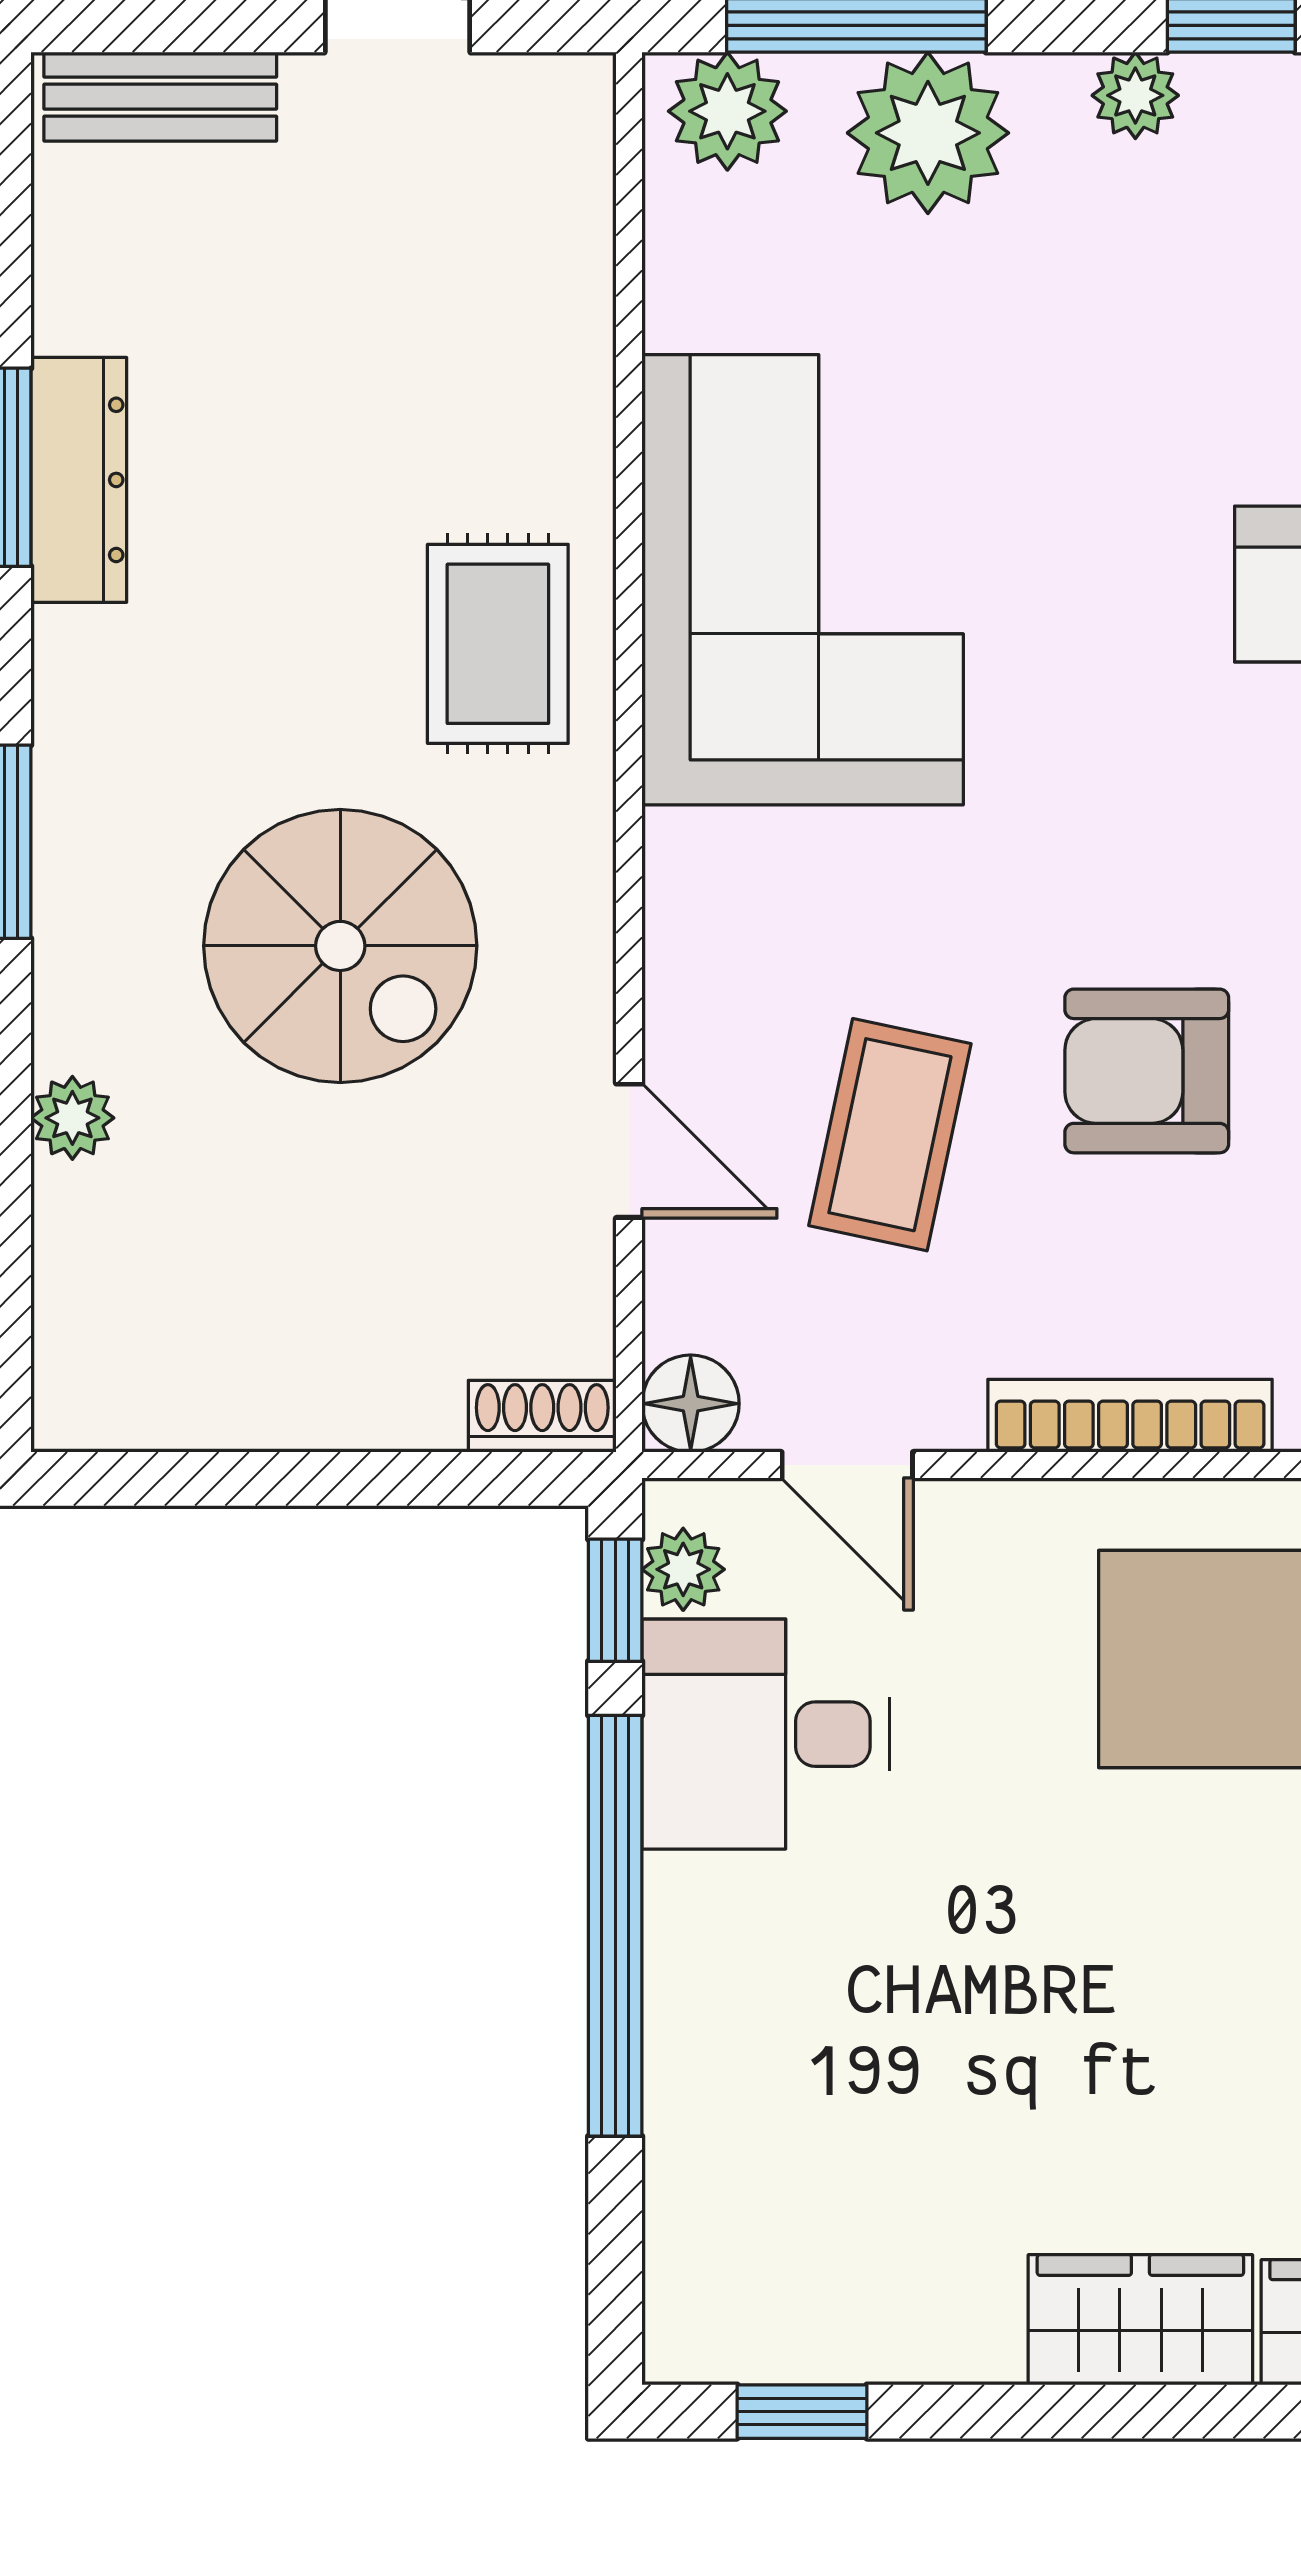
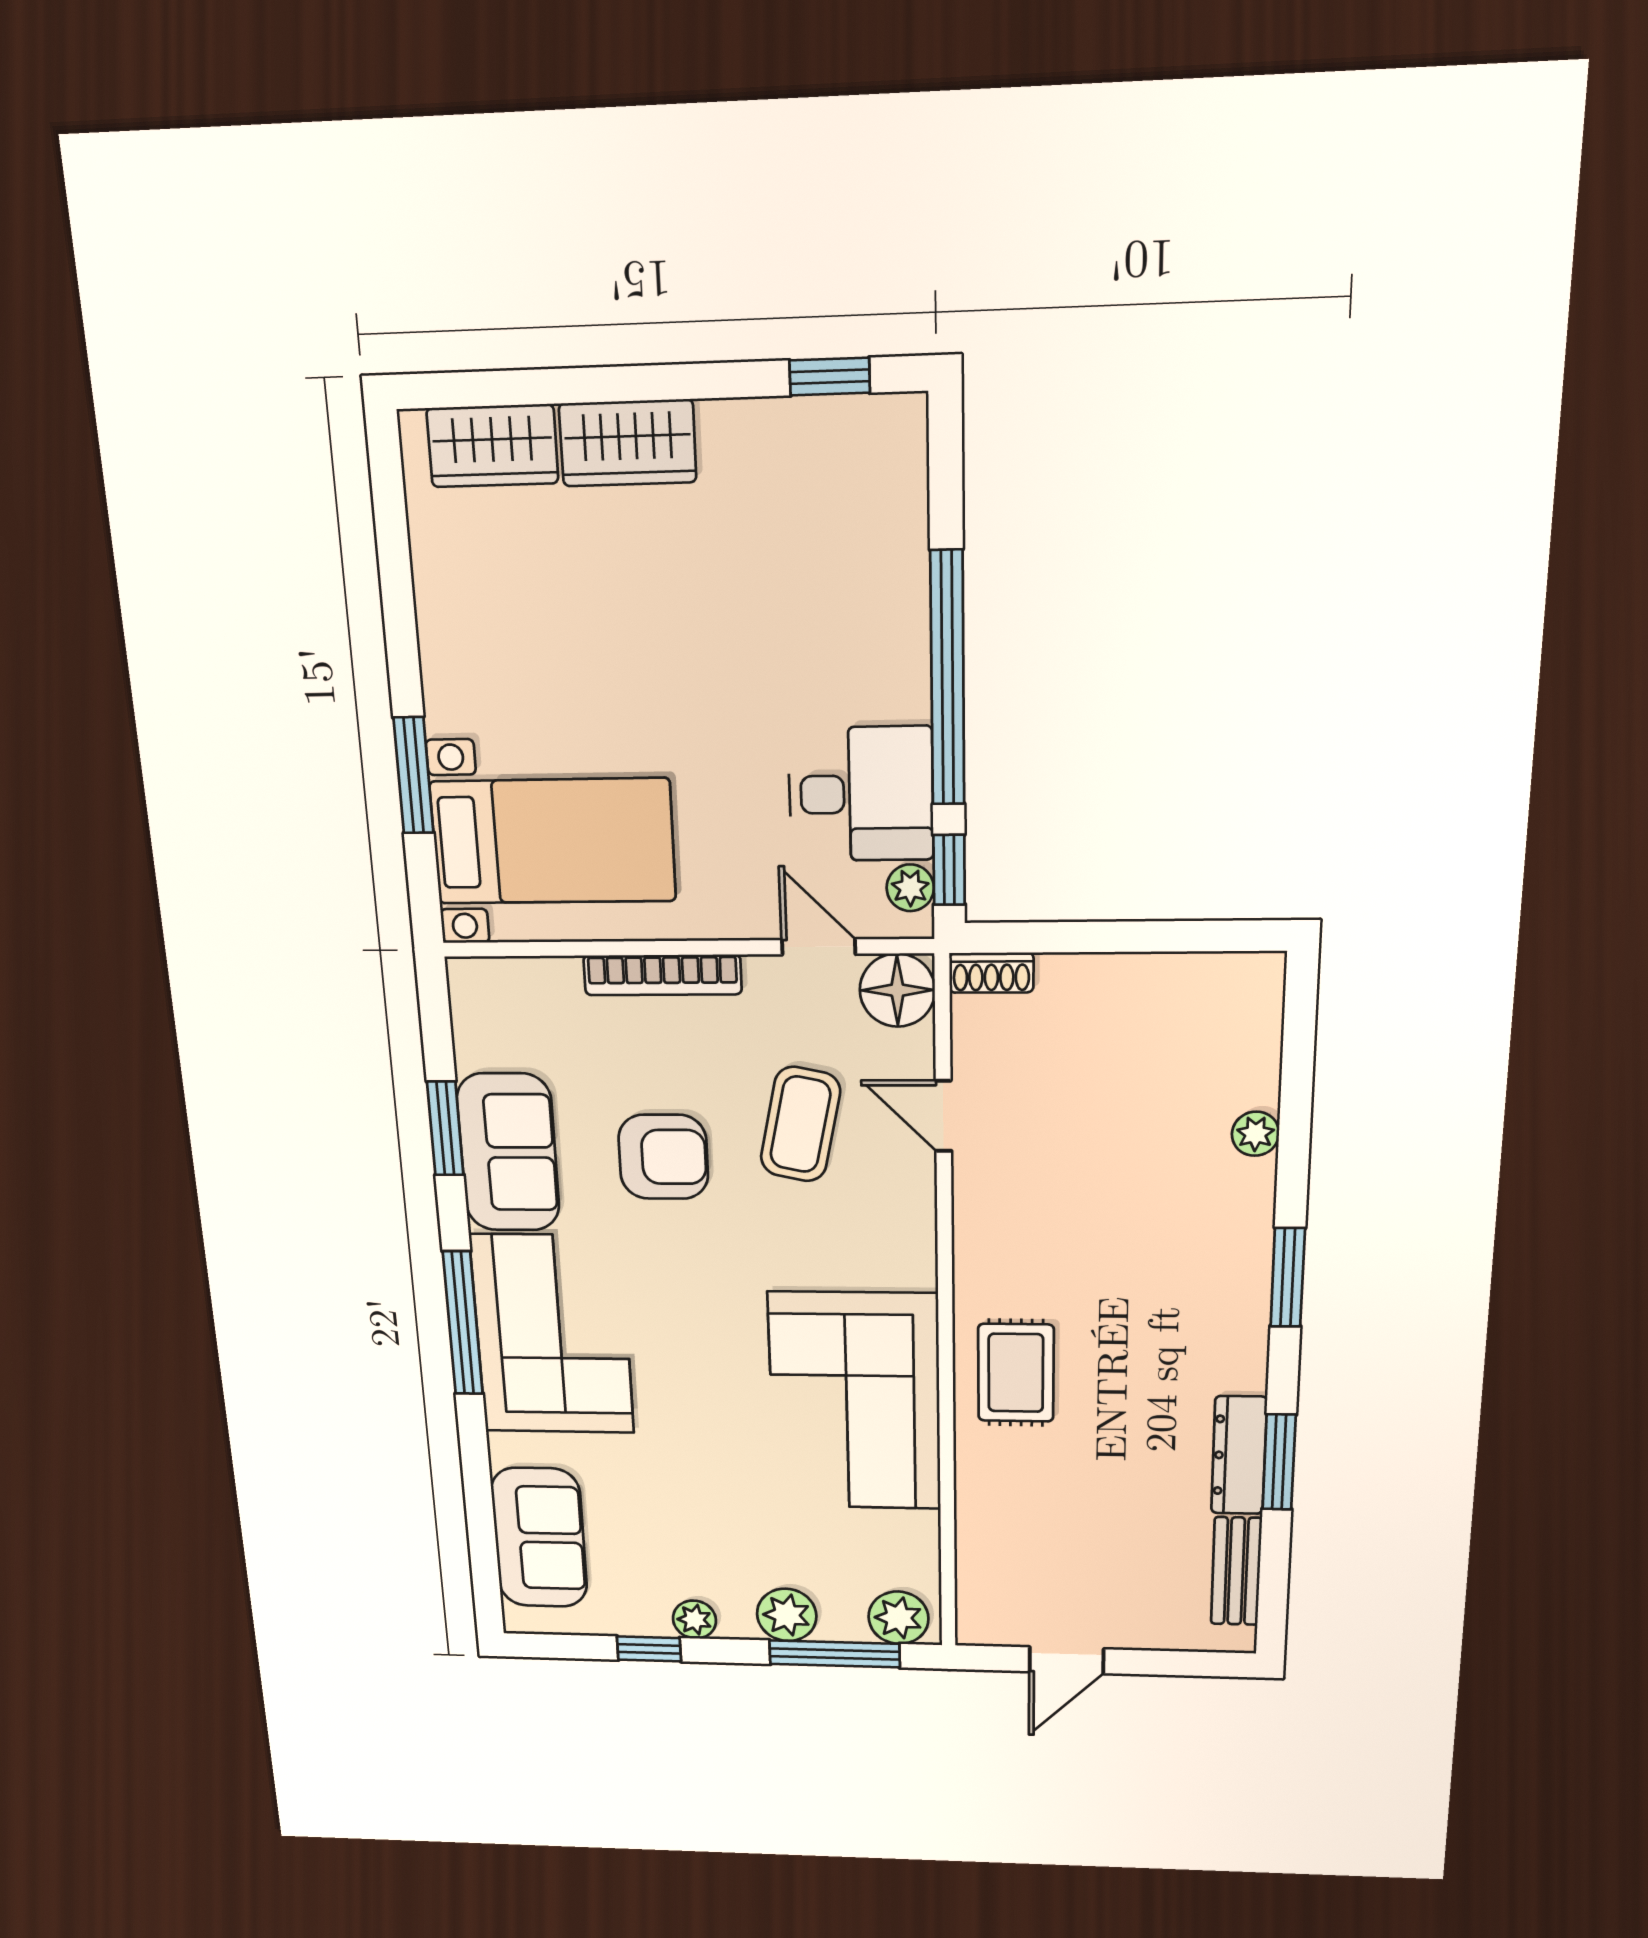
bench: (160, 97) -> (1236, 1571), moved, turned 90
plant: (928, 133) -> (787, 1615), width x0.73, depth x0.73
spiral stairs: (340, 946) -> (1103, 1223), removed
floor lamp: (691, 1404) -> (897, 990), width x1.38, depth x1.38

